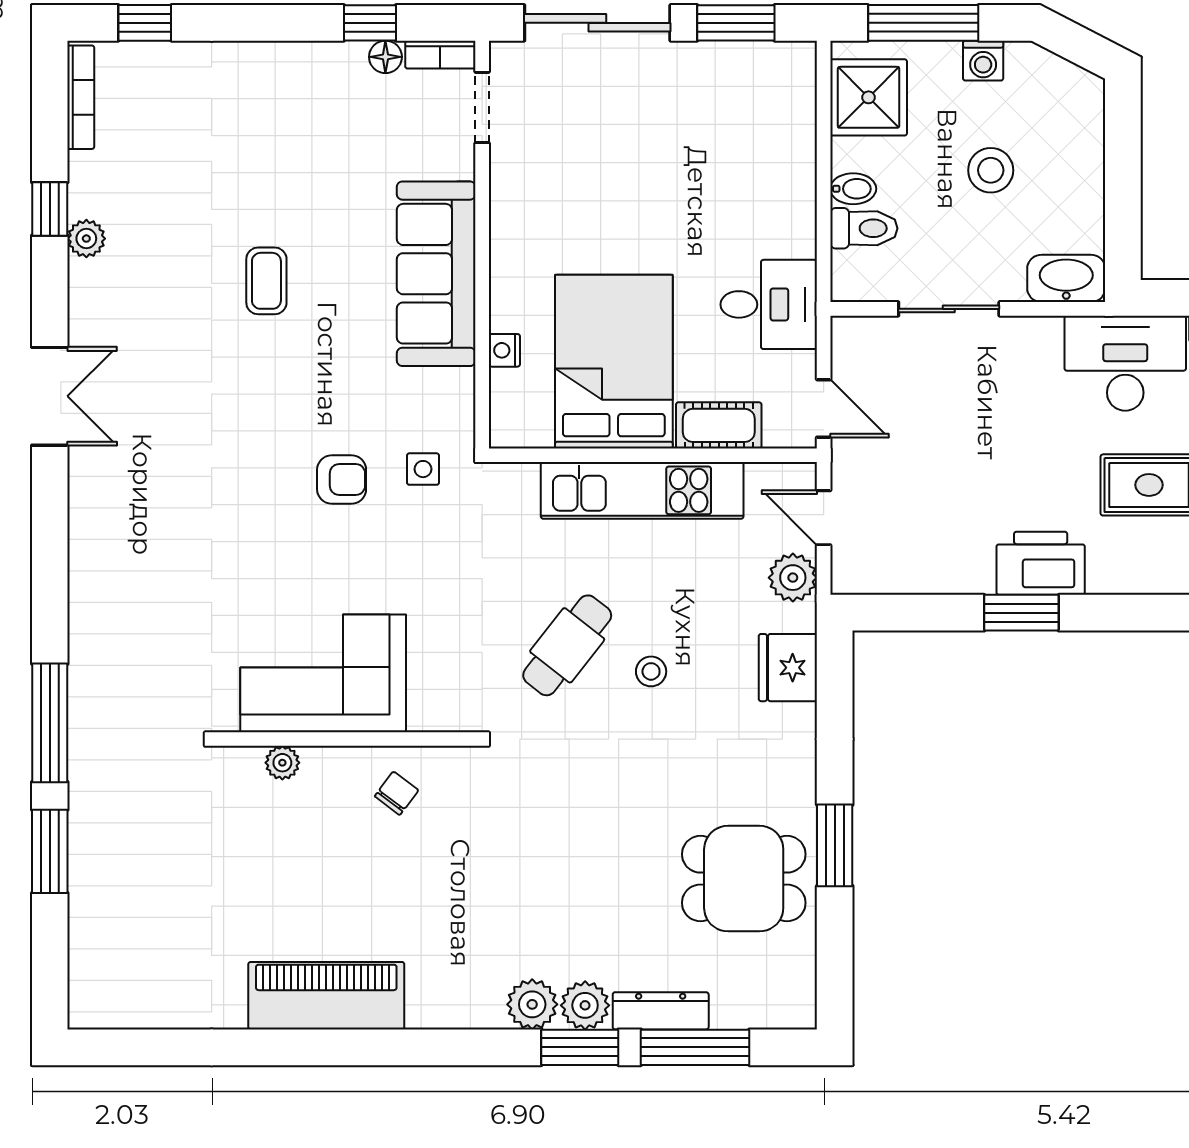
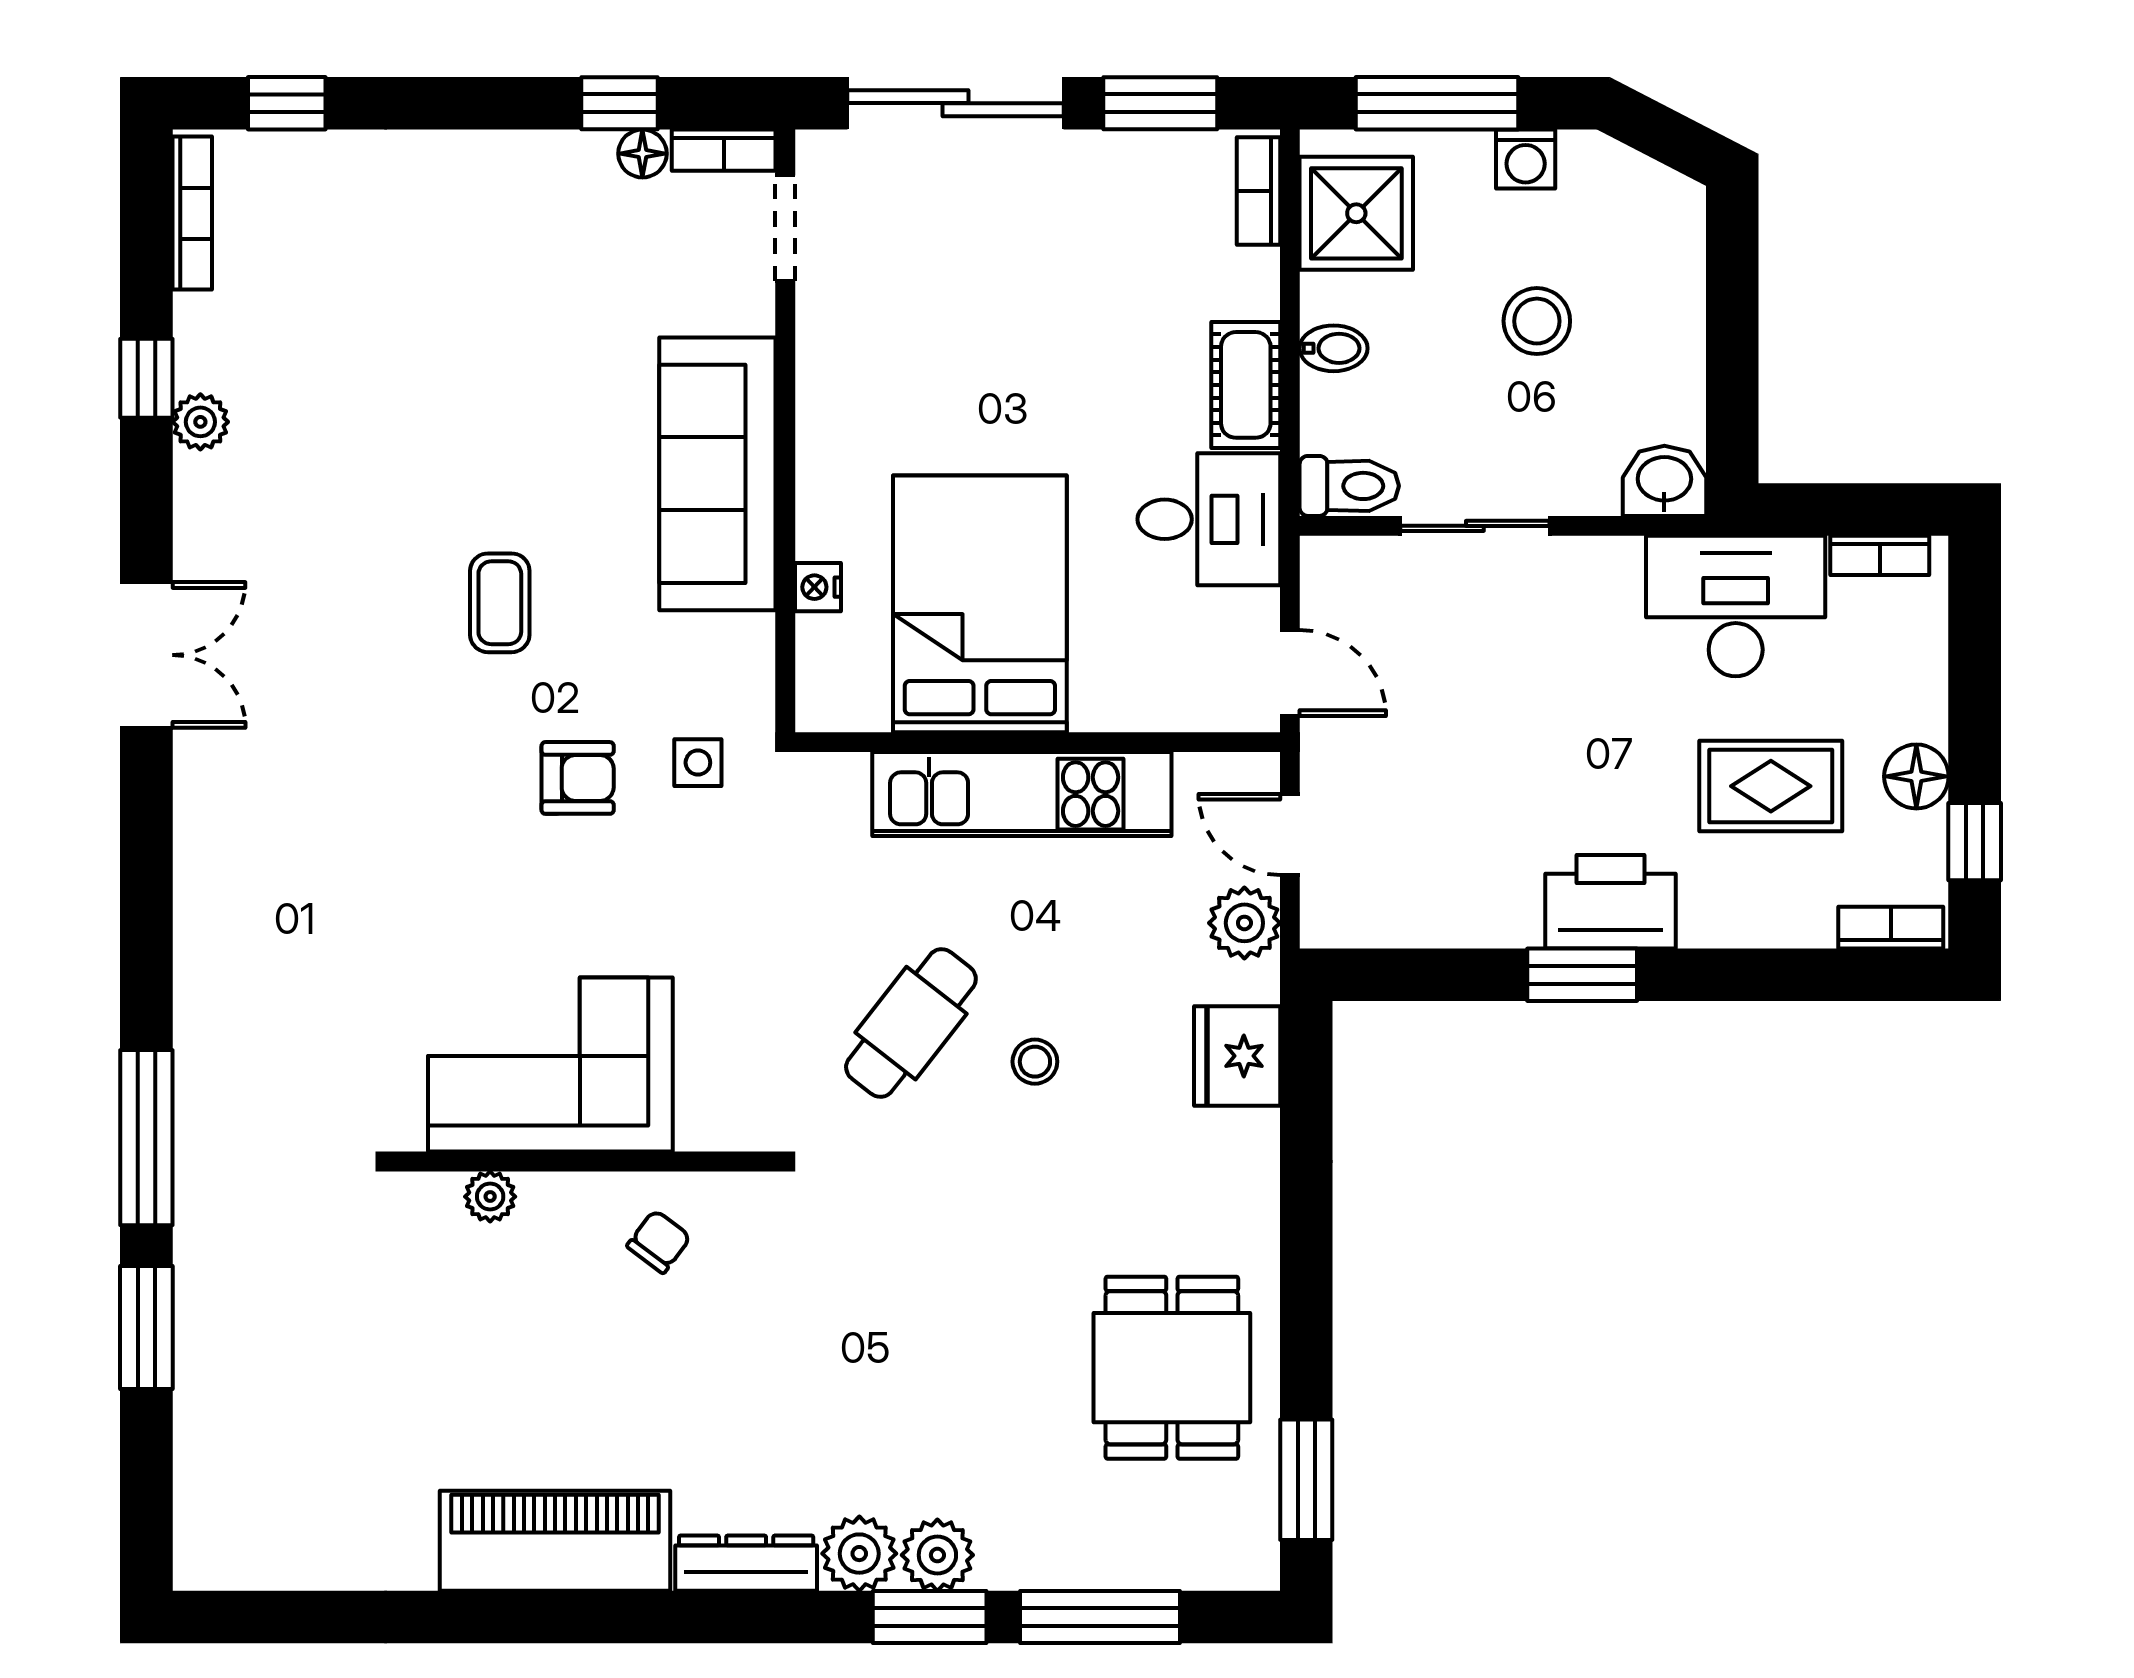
bookcase: (802, 82) -> (1258, 191), added
toilet: (864, 228) -> (1349, 486), moved
washbasin: (1066, 278) -> (1664, 481), width x0.72
coffee table: (266, 281) -> (500, 603), moved
cot: (719, 425) -> (1246, 385), moved, turned 90
window: (835, 845) -> (1306, 1480), moved
dining table: (744, 879) -> (1172, 1368), turned 90
dresser: (661, 1011) -> (746, 1563), moved

